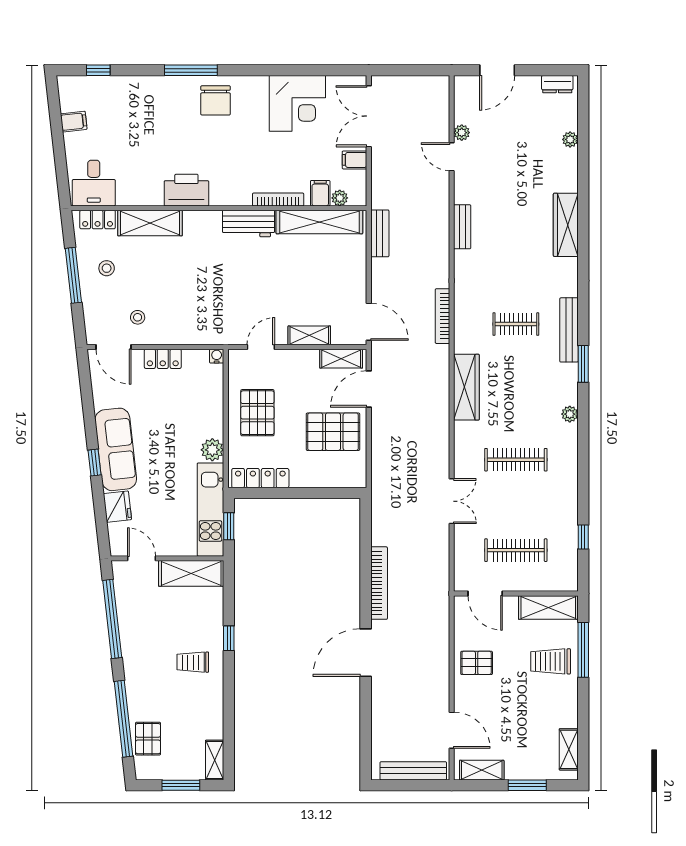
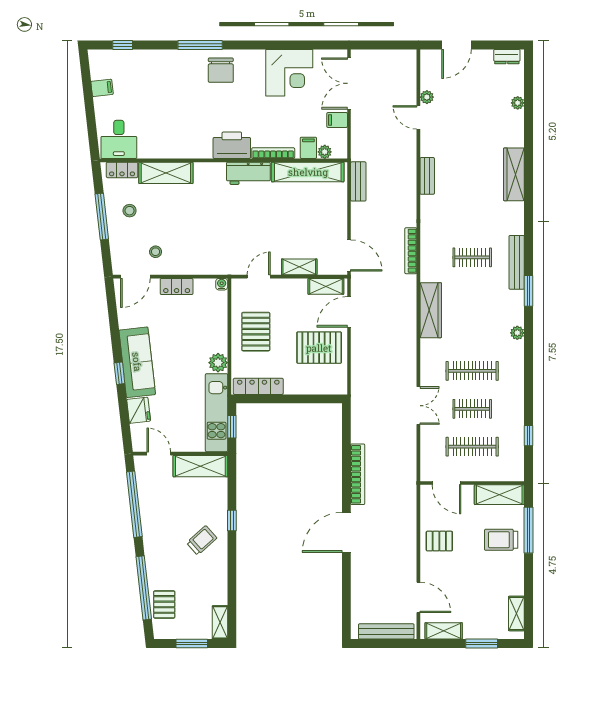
printer: (186, 190) -> (232, 145), moved
door: (114, 347) -> (135, 277), hinge flipped
clothes rail: (516, 505) -> (472, 409), added
trolley: (193, 662) -> (202, 540), turned 138

